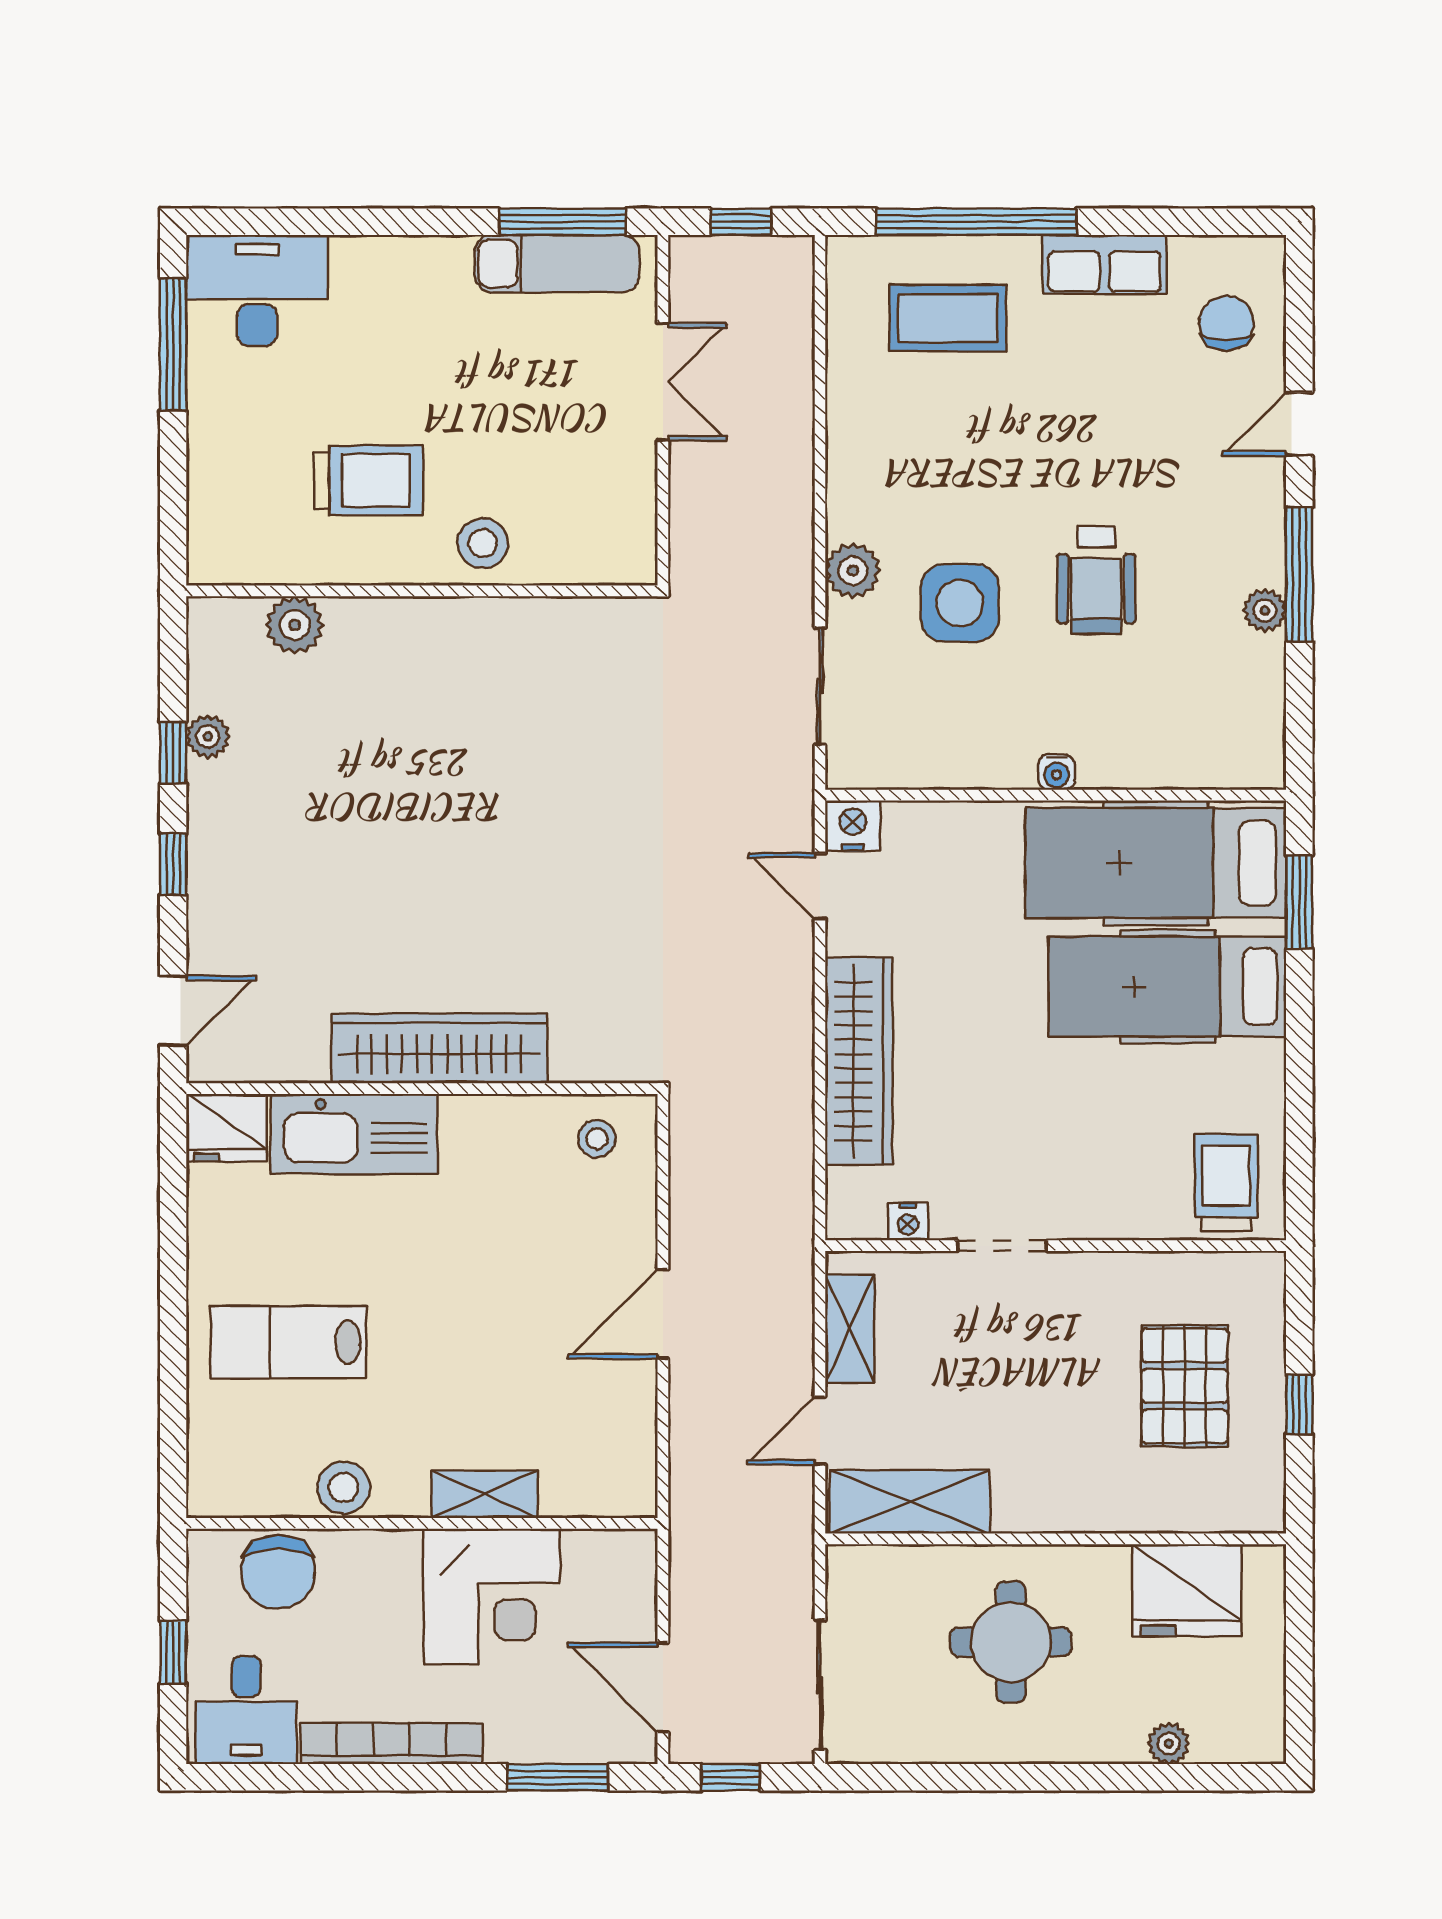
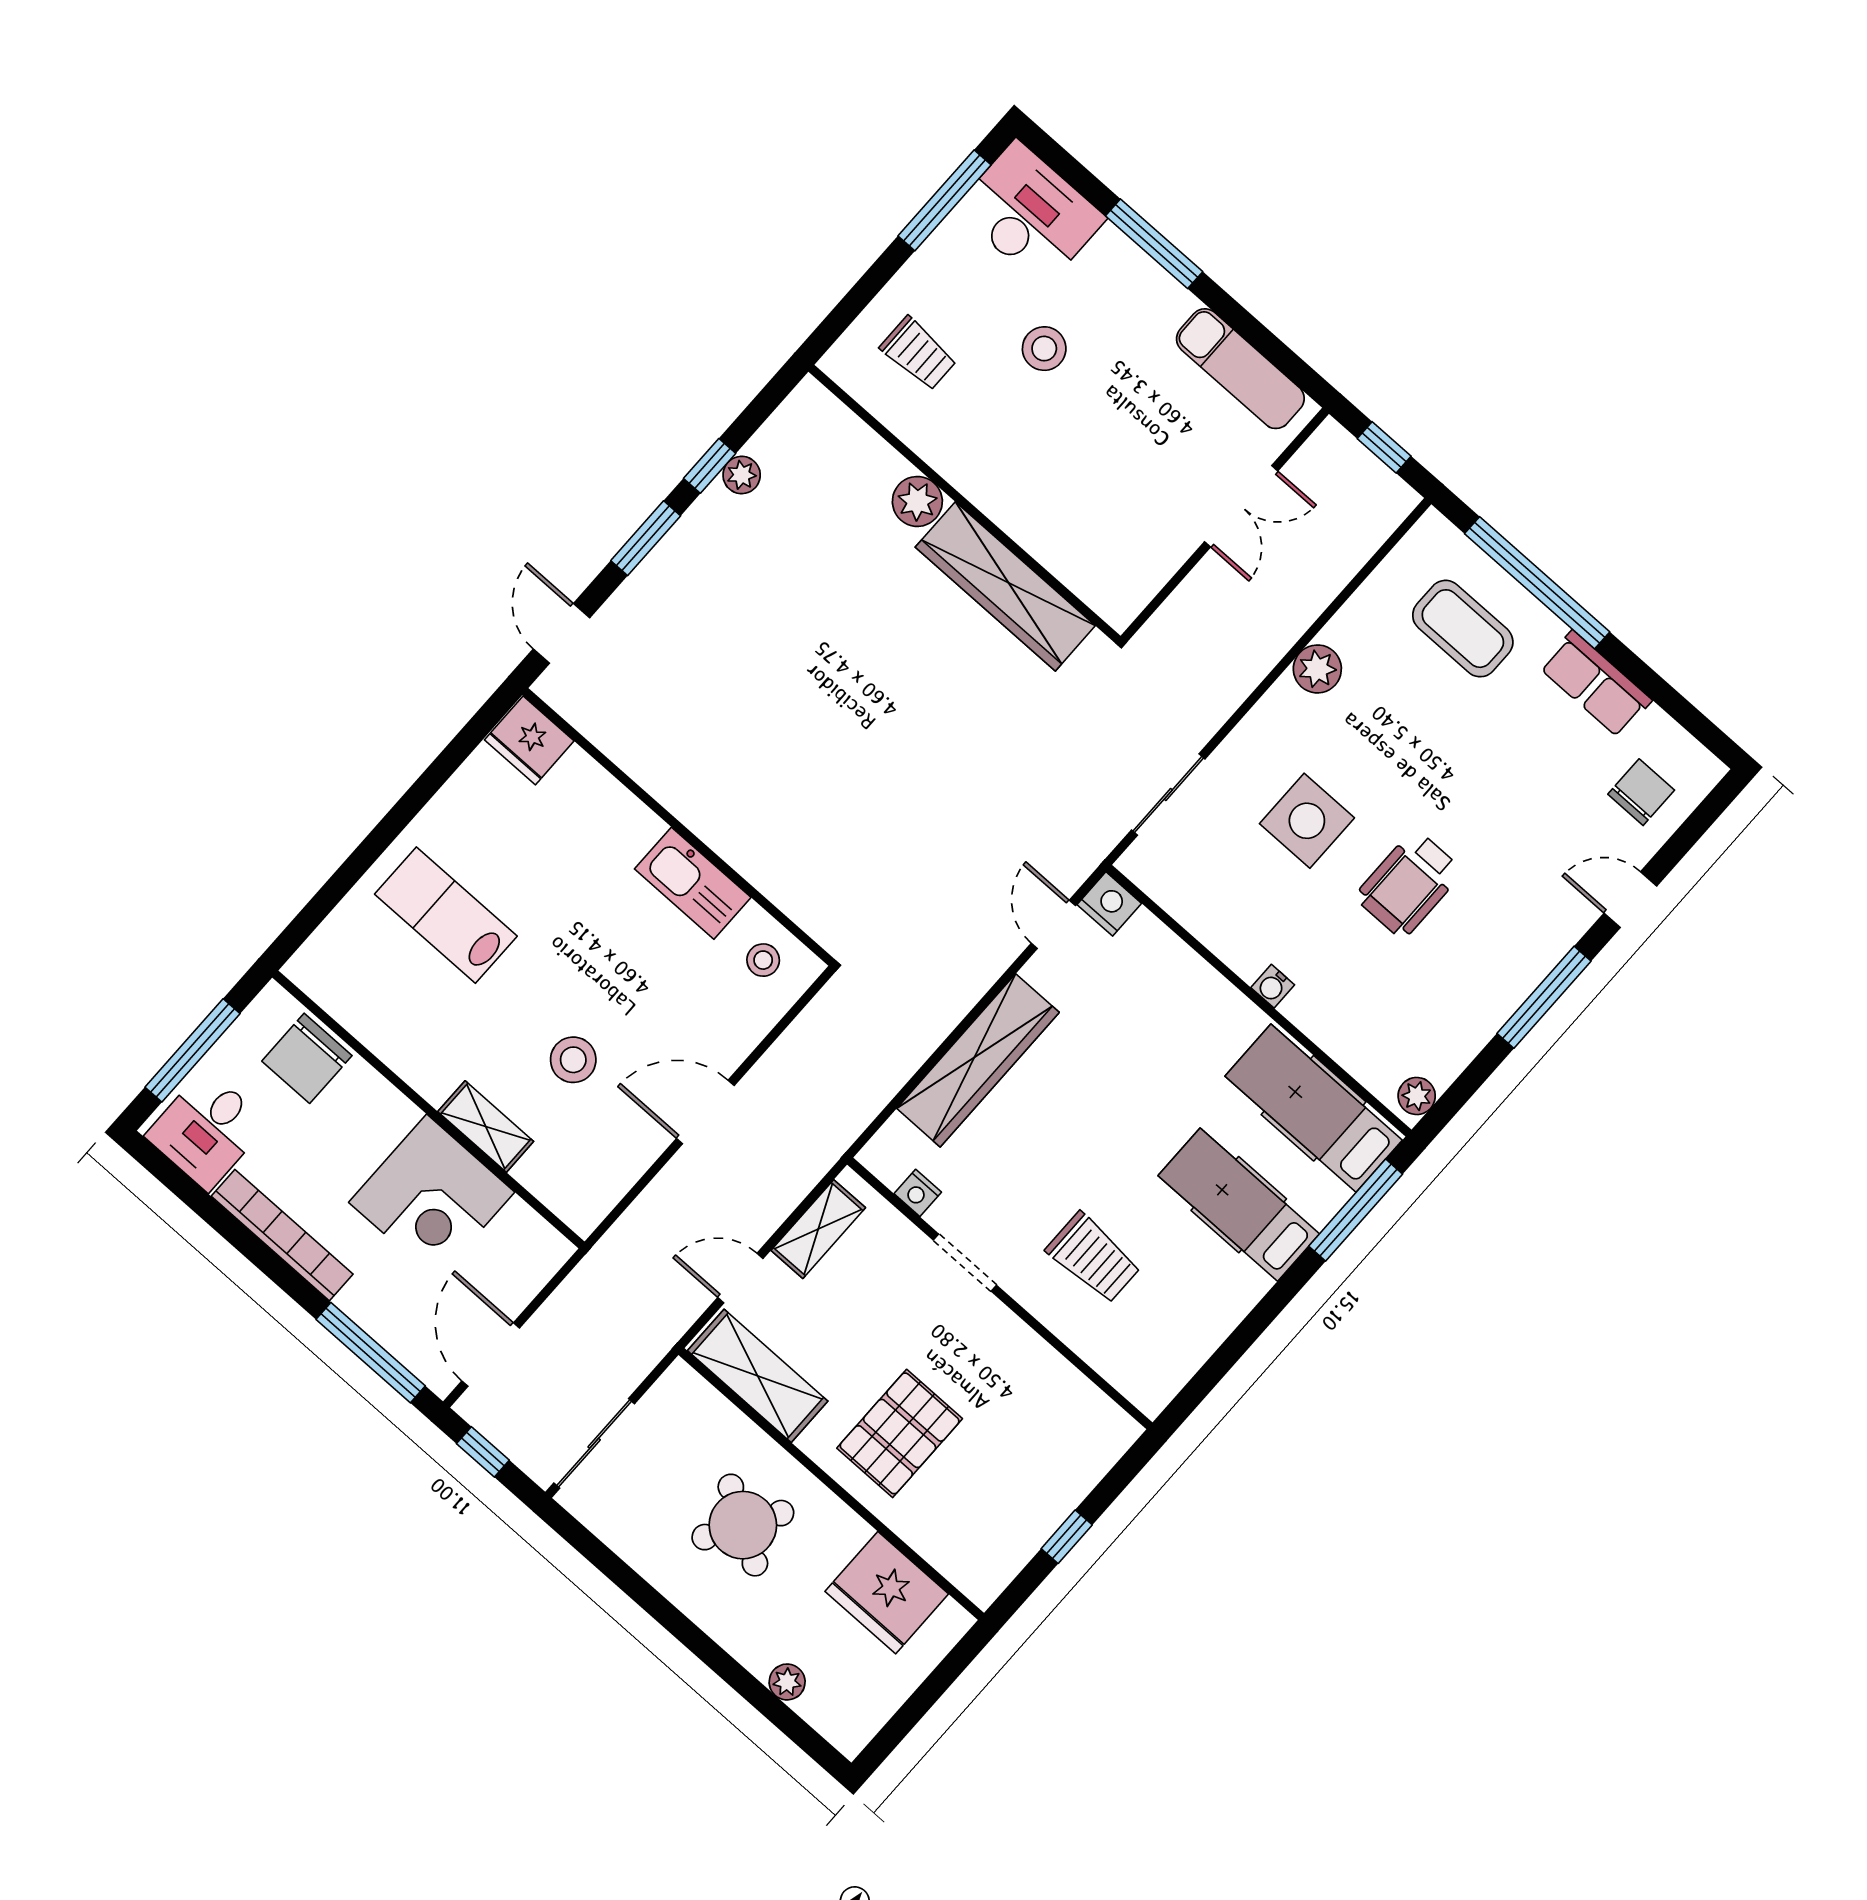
window: (562, 222) -> (1154, 244), moved
trolley: (368, 480) -> (918, 354), moved, width x0.73, depth x0.72
stool: (483, 543) -> (1044, 349), moved
plant: (853, 571) -> (1317, 669), moved
plant: (1265, 611) -> (1417, 1096), moved
plant: (295, 625) -> (917, 501), moved
hospital bed: (1156, 863) -> (1314, 1108), width x0.73, depth x0.78
window: (173, 864) -> (646, 538), width x1.50
window: (1299, 902) -> (1356, 1210), width x1.44
hospital bed: (1167, 987) -> (1239, 1205), width x0.73, depth x0.78
door: (173, 1011) -> (561, 633), swing flipped
wardrobe: (440, 1048) -> (1005, 586), moved, turned 180
kitchen sink: (354, 1134) -> (693, 883), moved, width x0.73, depth x0.81
trolley: (1226, 1183) -> (1093, 1258), moved, turned 90
pallet: (1185, 1386) -> (900, 1433), moved
stool: (343, 1487) -> (573, 1060), moved
round table: (1011, 1642) -> (743, 1525), turned 31
window: (173, 1652) -> (193, 1050), width x2.17
window: (558, 1777) -> (371, 1353), width x1.44

